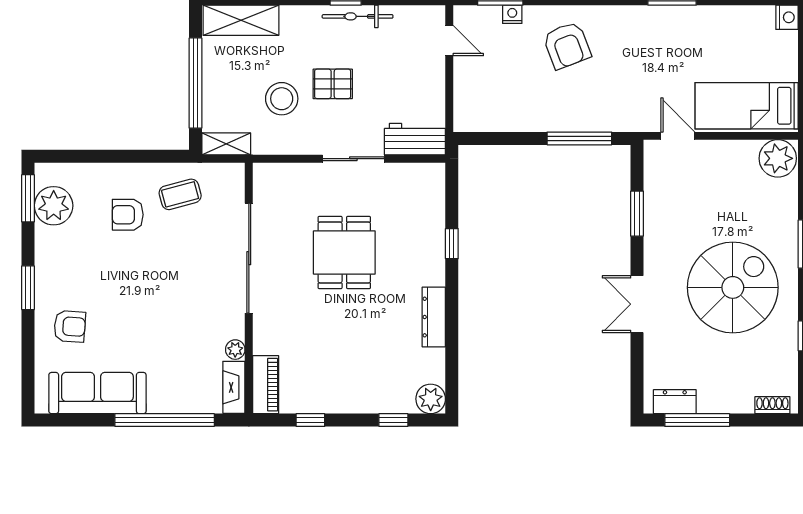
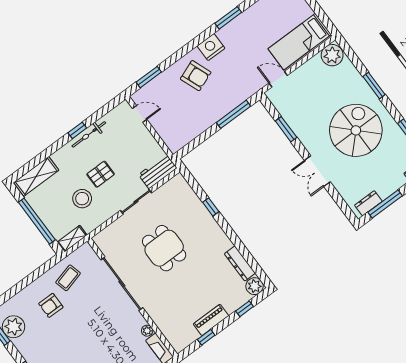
nightstand: (512, 14) -> (211, 47), moved, width x1.89, depth x1.79
dresser: (434, 317) -> (240, 263), moved
piano: (266, 385) -> (211, 320), moved, turned -90

